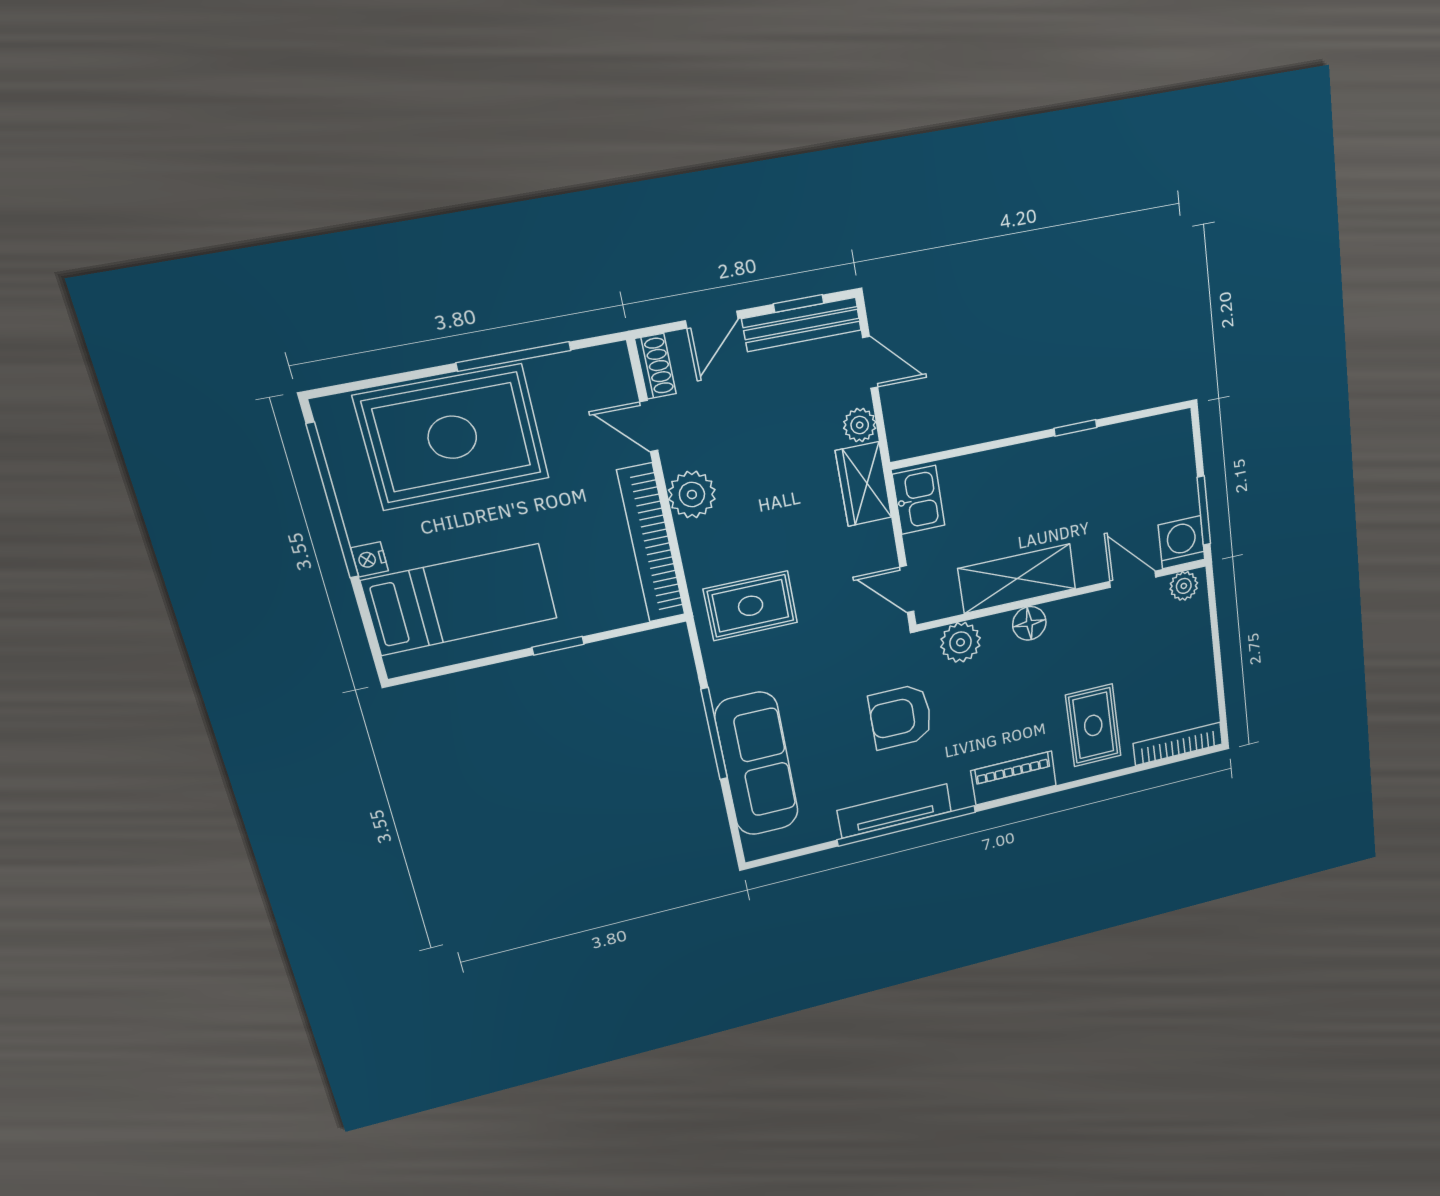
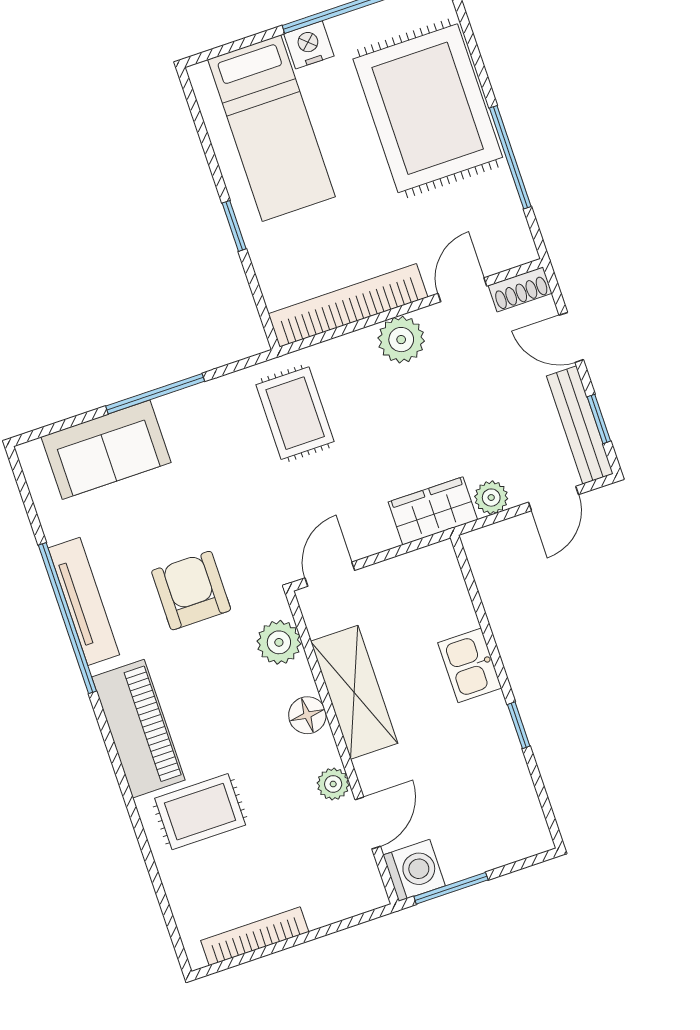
kitchen sink: (919, 500) -> (470, 665), moved, turned 90
nightstand: (369, 559) -> (309, 45), width x1.39, depth x1.35
plant: (1184, 586) -> (333, 784), moved
bookcase: (1178, 744) -> (255, 936), moved, turned -90
sofa: (757, 764) -> (106, 450), width x0.73
piano: (1014, 778) -> (138, 729), width x1.37, depth x1.33

